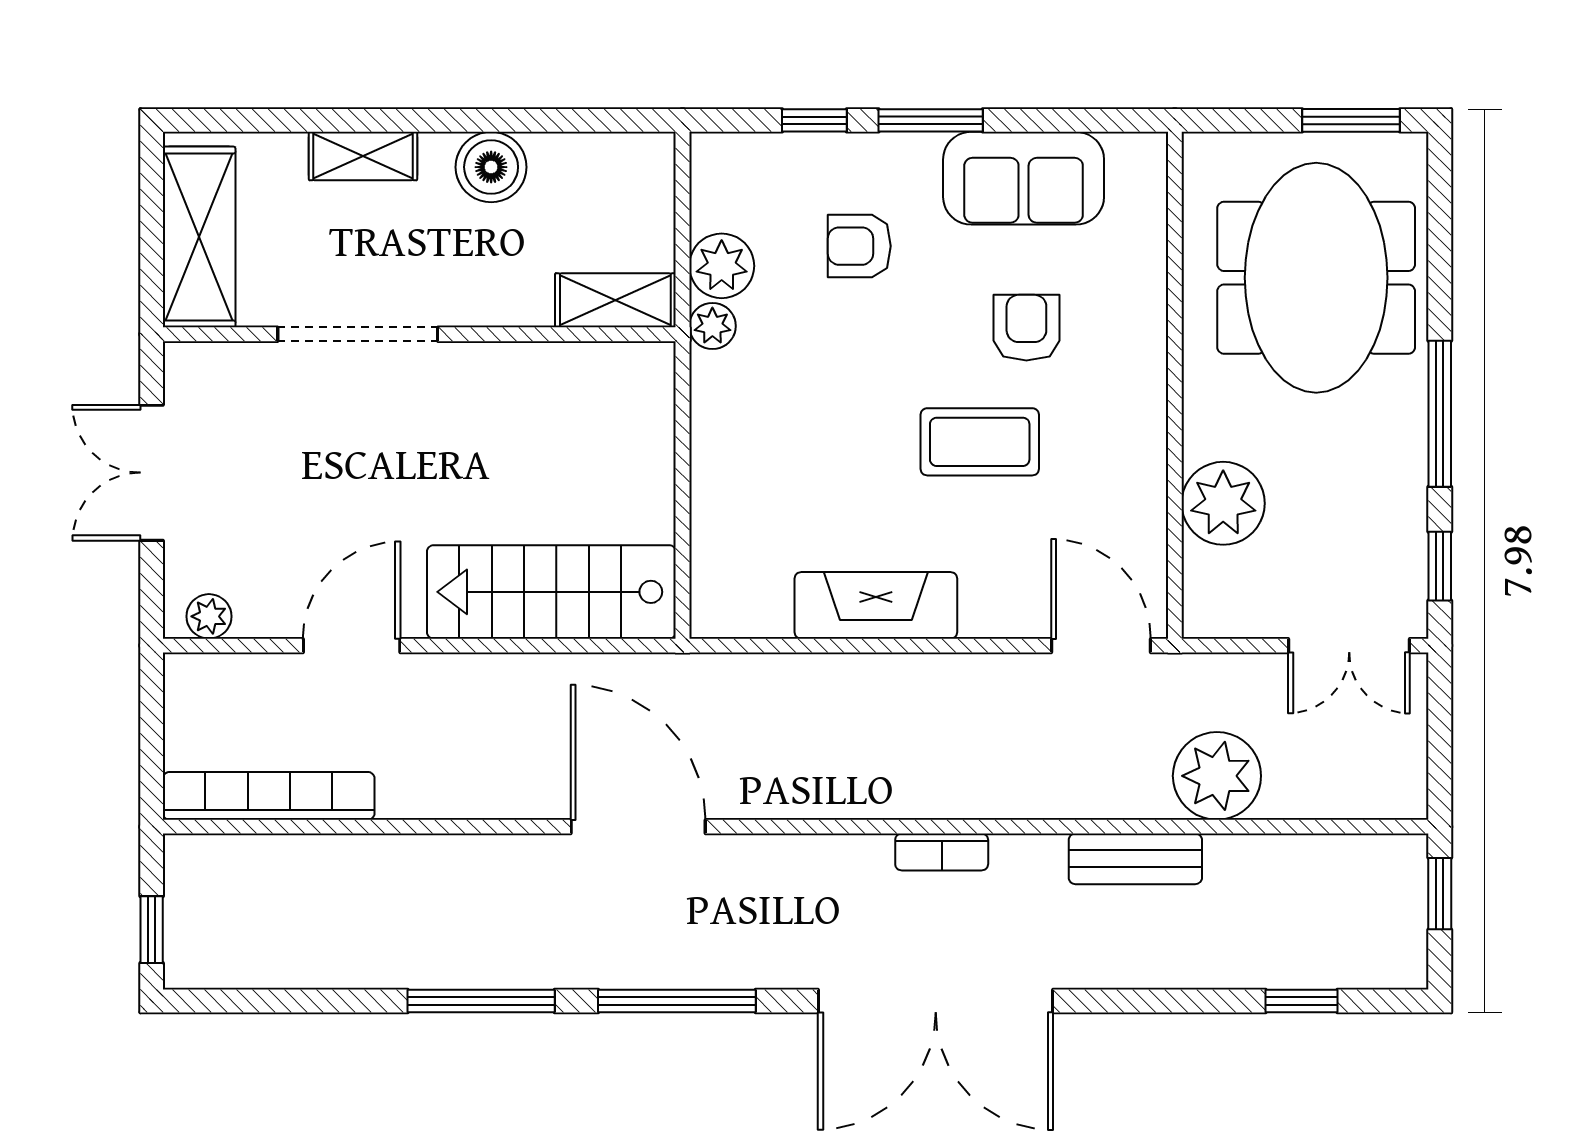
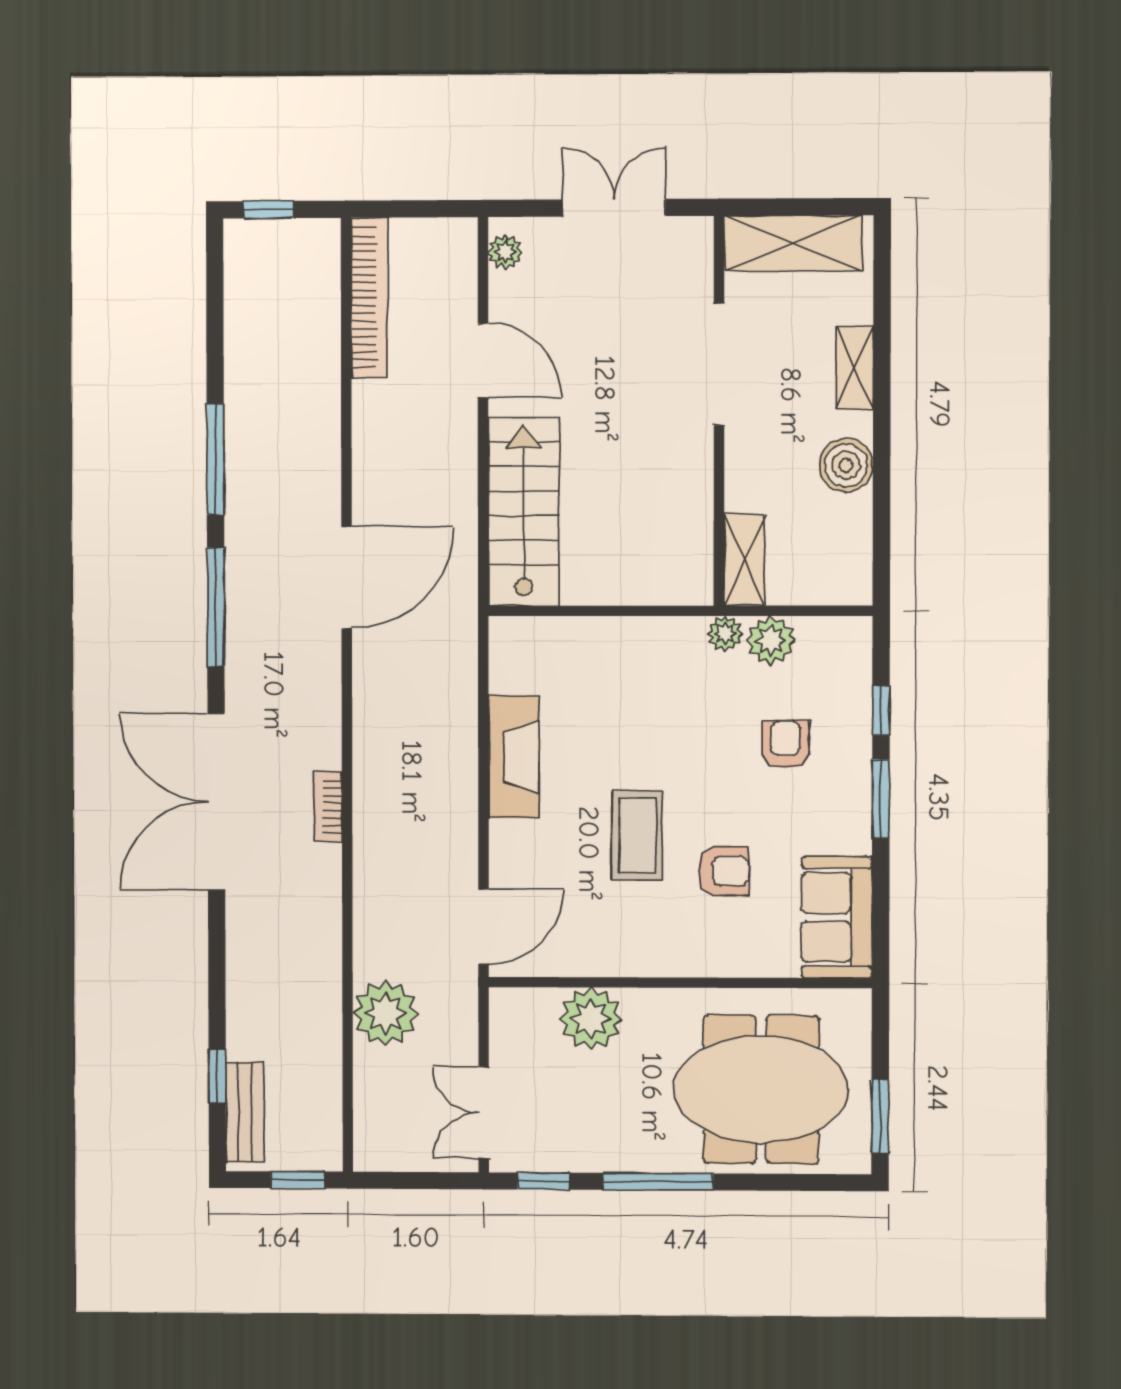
sofa: (1024, 178) -> (837, 917), moved
bench: (1135, 859) -> (245, 1112), moved

